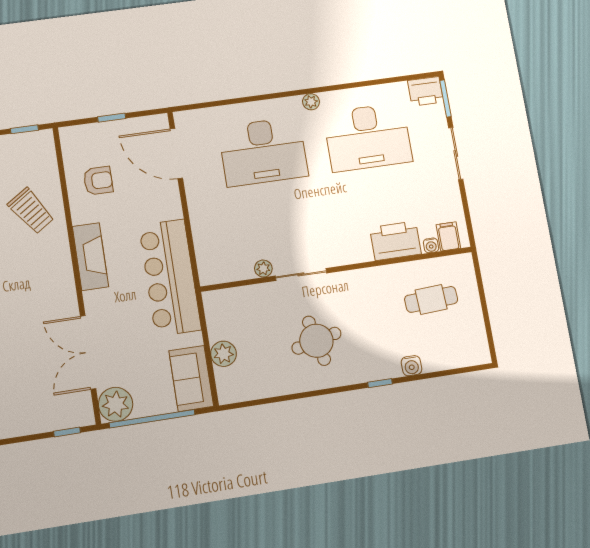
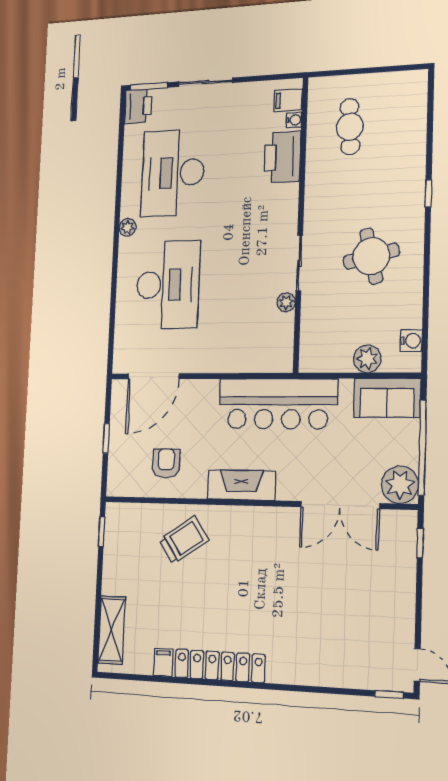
desk: (368, 137) -> (173, 173), turned 180
water cooler: (411, 366) -> (411, 341), moved

